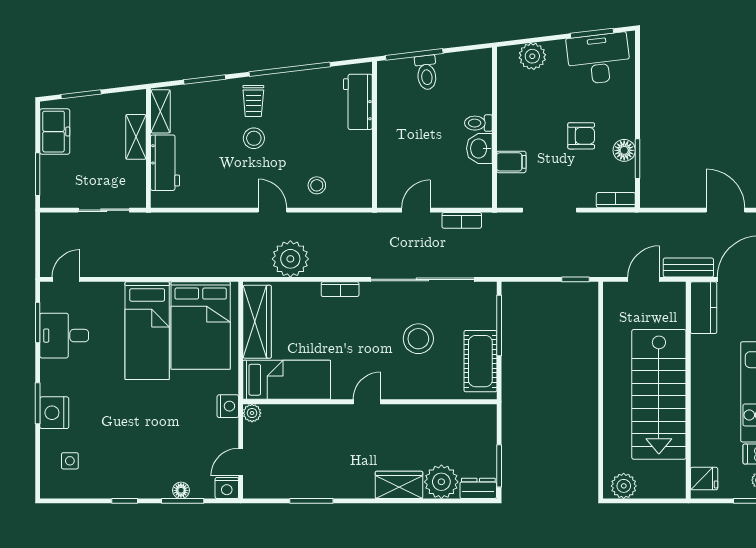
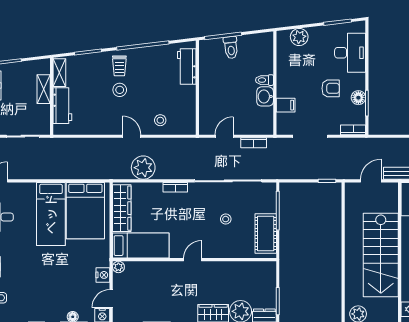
desk: (599, 59) -> (350, 53), moved, turned 97
stool: (418, 339) -> (226, 219), width x0.53, depth x0.53
nightstand: (228, 406) -> (103, 275), moved

